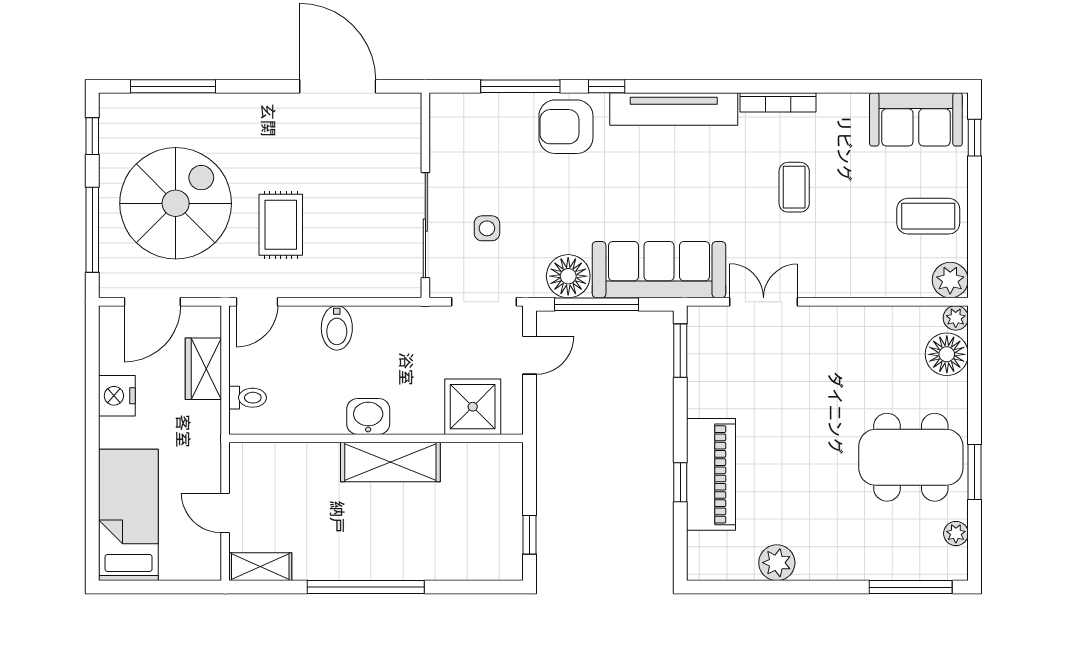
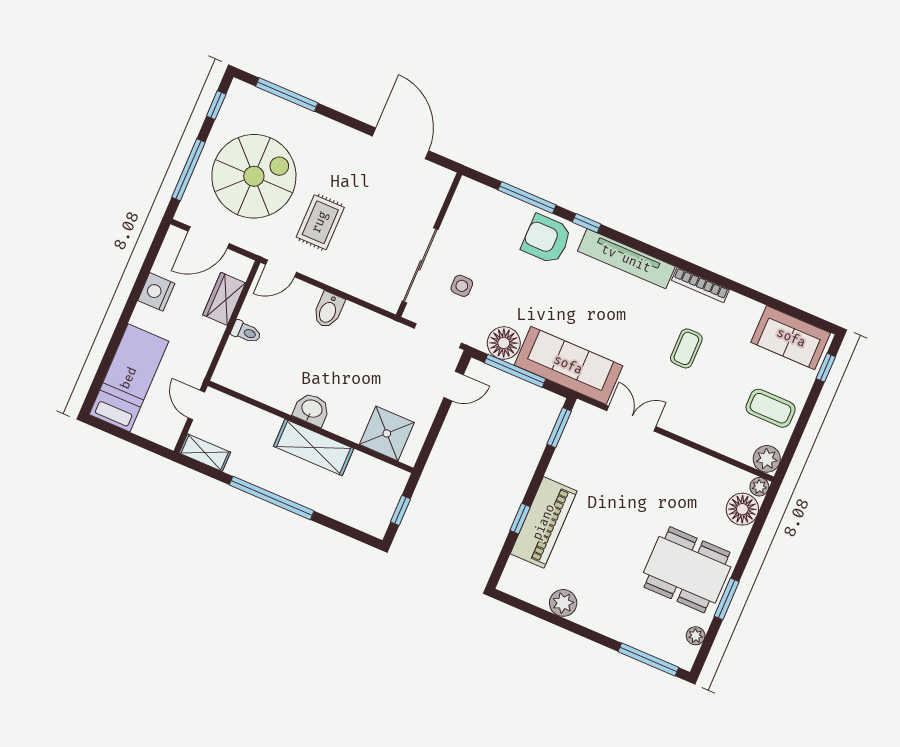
shower: (473, 407) -> (387, 433), moved
washbasin: (368, 416) -> (312, 409), moved
wall: (376, 438) -> (311, 427), moved
shelving: (390, 462) -> (314, 447), moved

